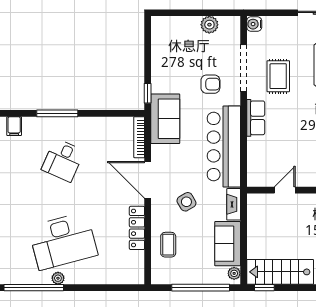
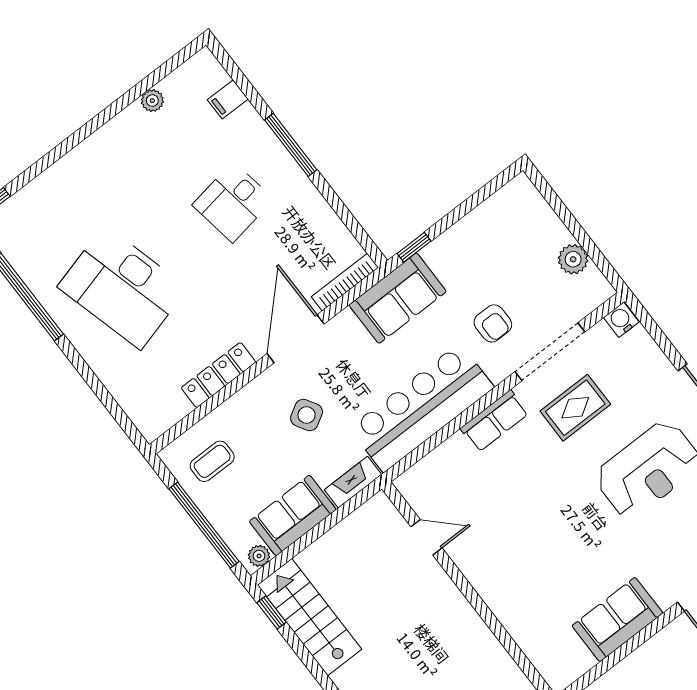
desk: (63, 160) -> (233, 202), turned -33
coffee table: (168, 245) -> (212, 461), moved
plant: (58, 278) -> (66, 320), removed

